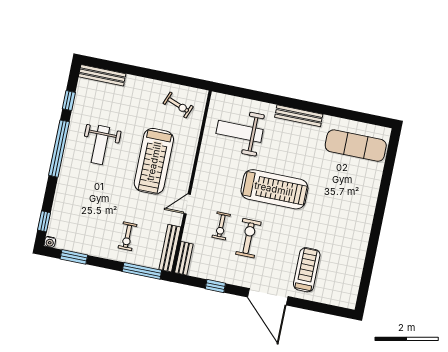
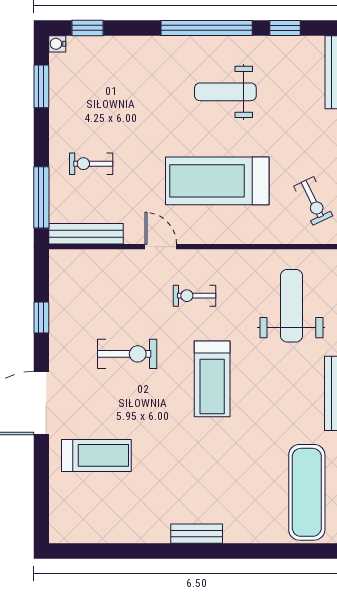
exercise bike: (178, 105) -> (313, 201), turned -47
treadmill: (274, 189) -> (212, 379), width x0.73, depth x0.73
exercise bike: (221, 226) -> (194, 296), moved
bench: (184, 258) -> (197, 534), moved

